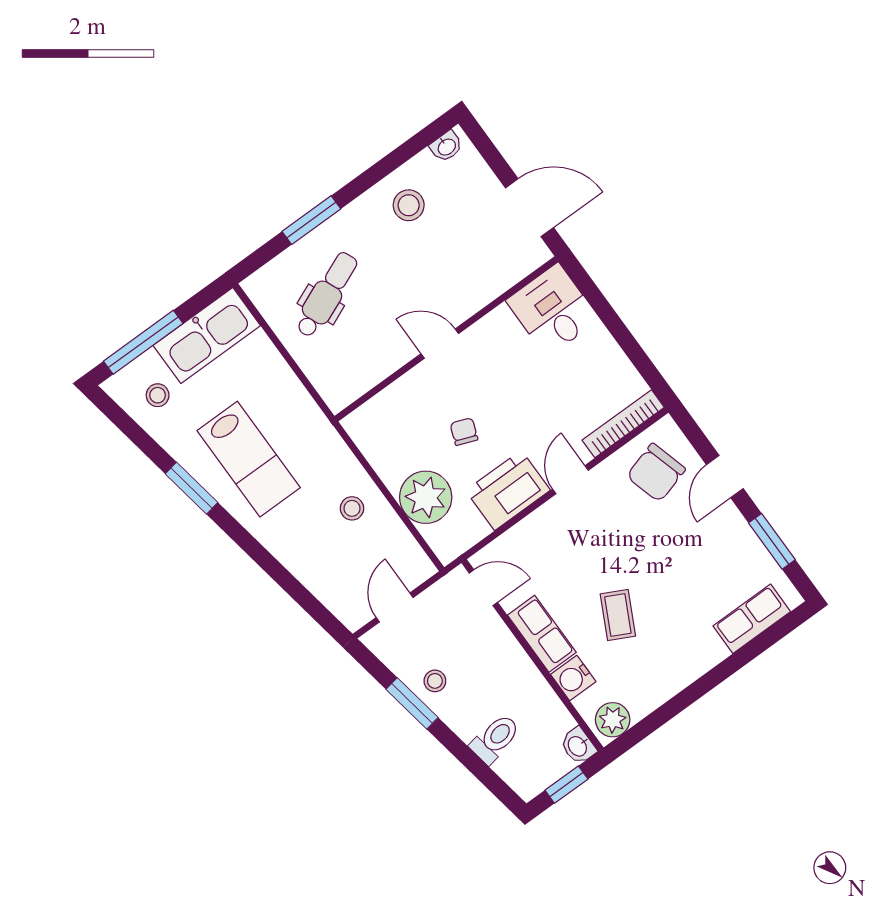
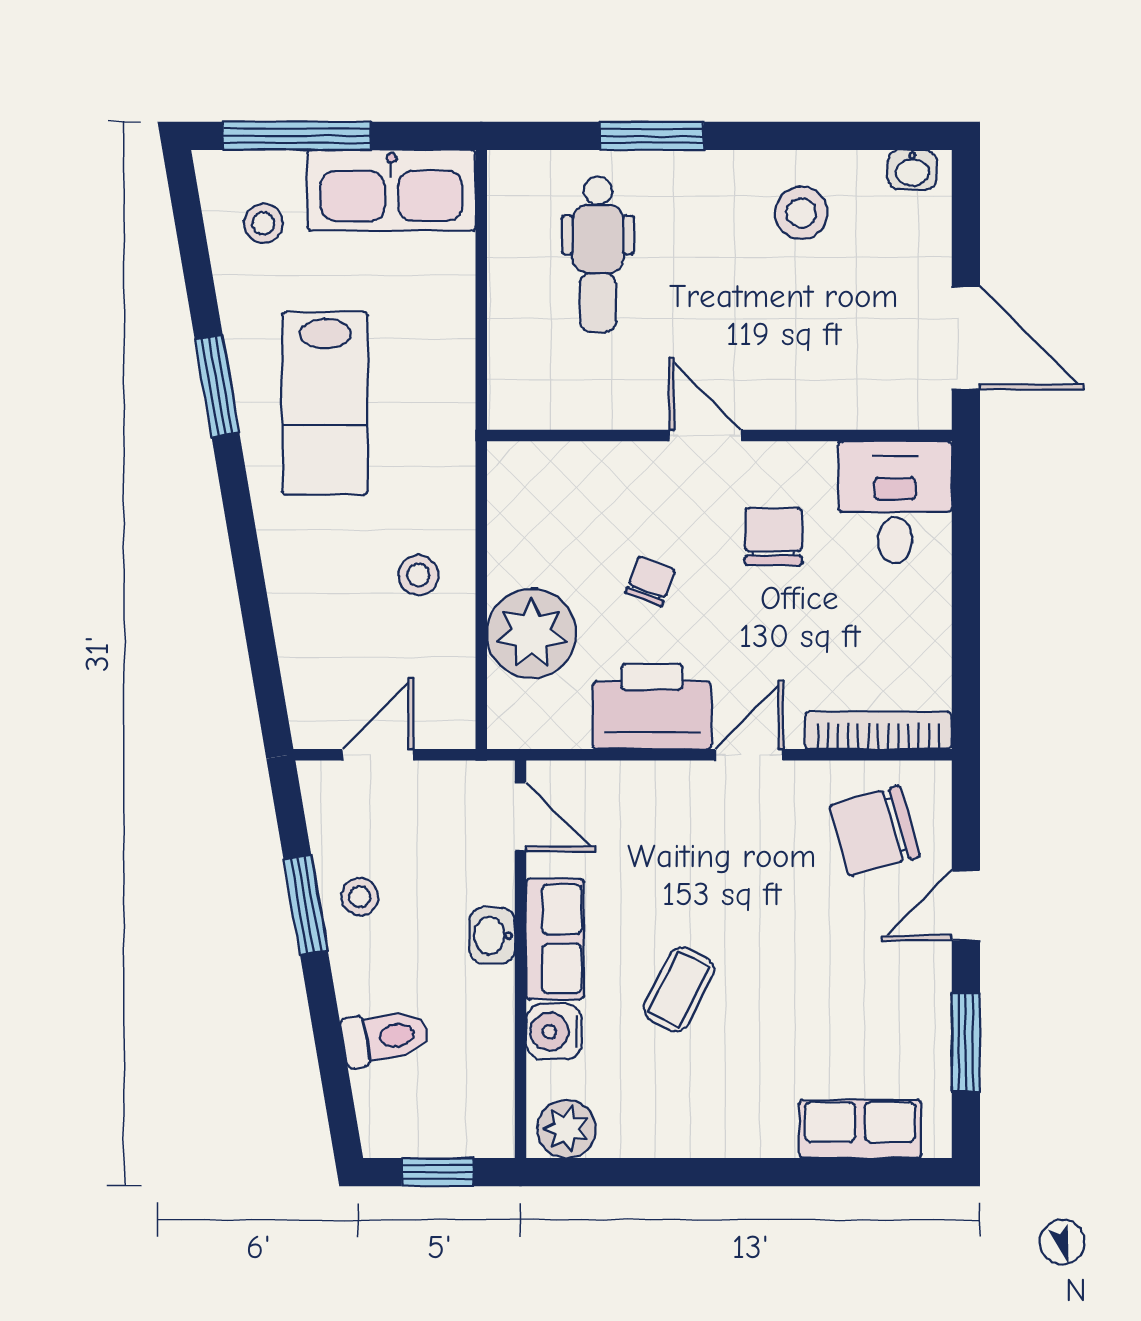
dental chair: (327, 295) -> (598, 254), turned 113
chair: (507, 368) -> (773, 536), added
washbasin: (578, 746) -> (492, 936), moved

